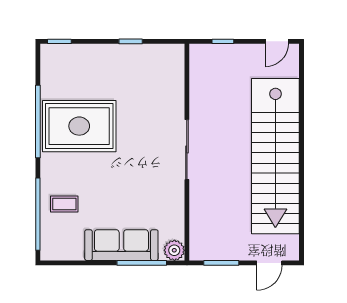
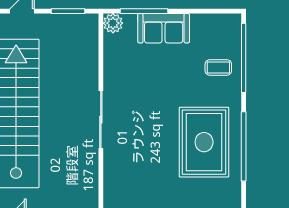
rug: (79, 126) -> (204, 142), turned 90
sofa: (121, 245) -> (164, 28), width x0.73

